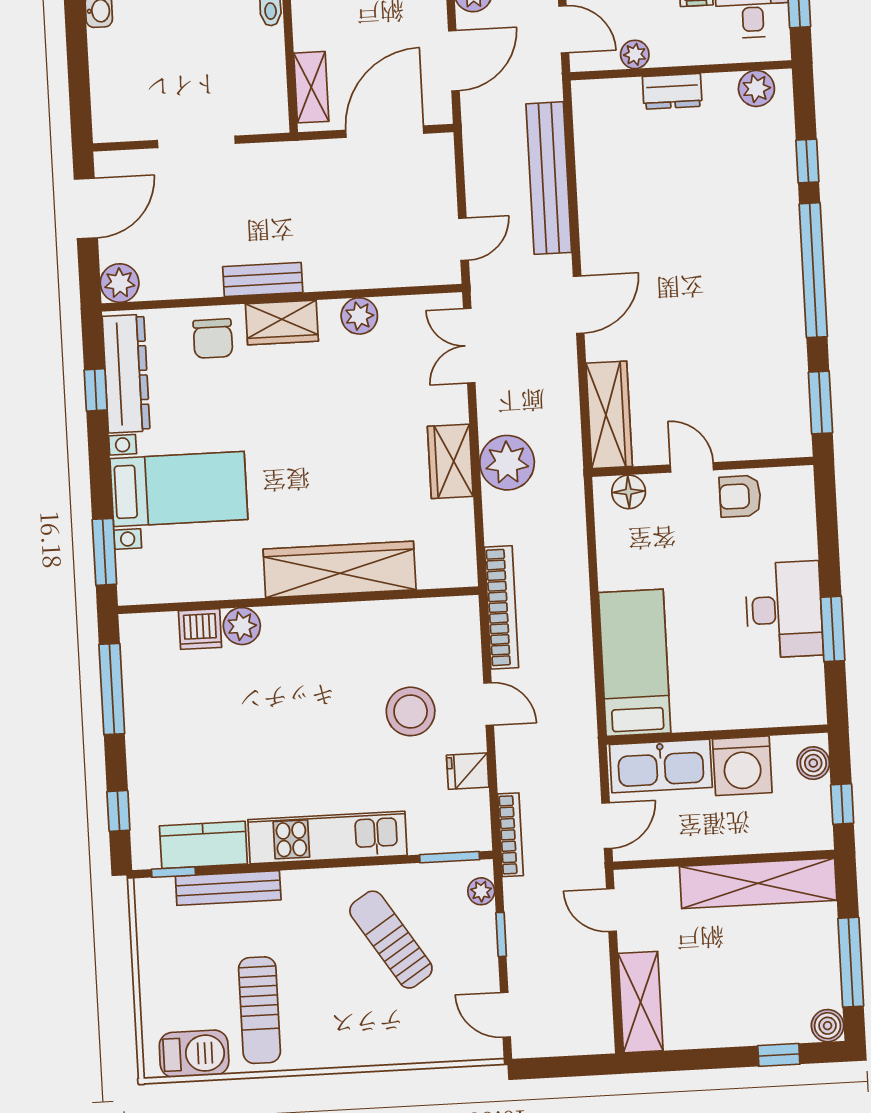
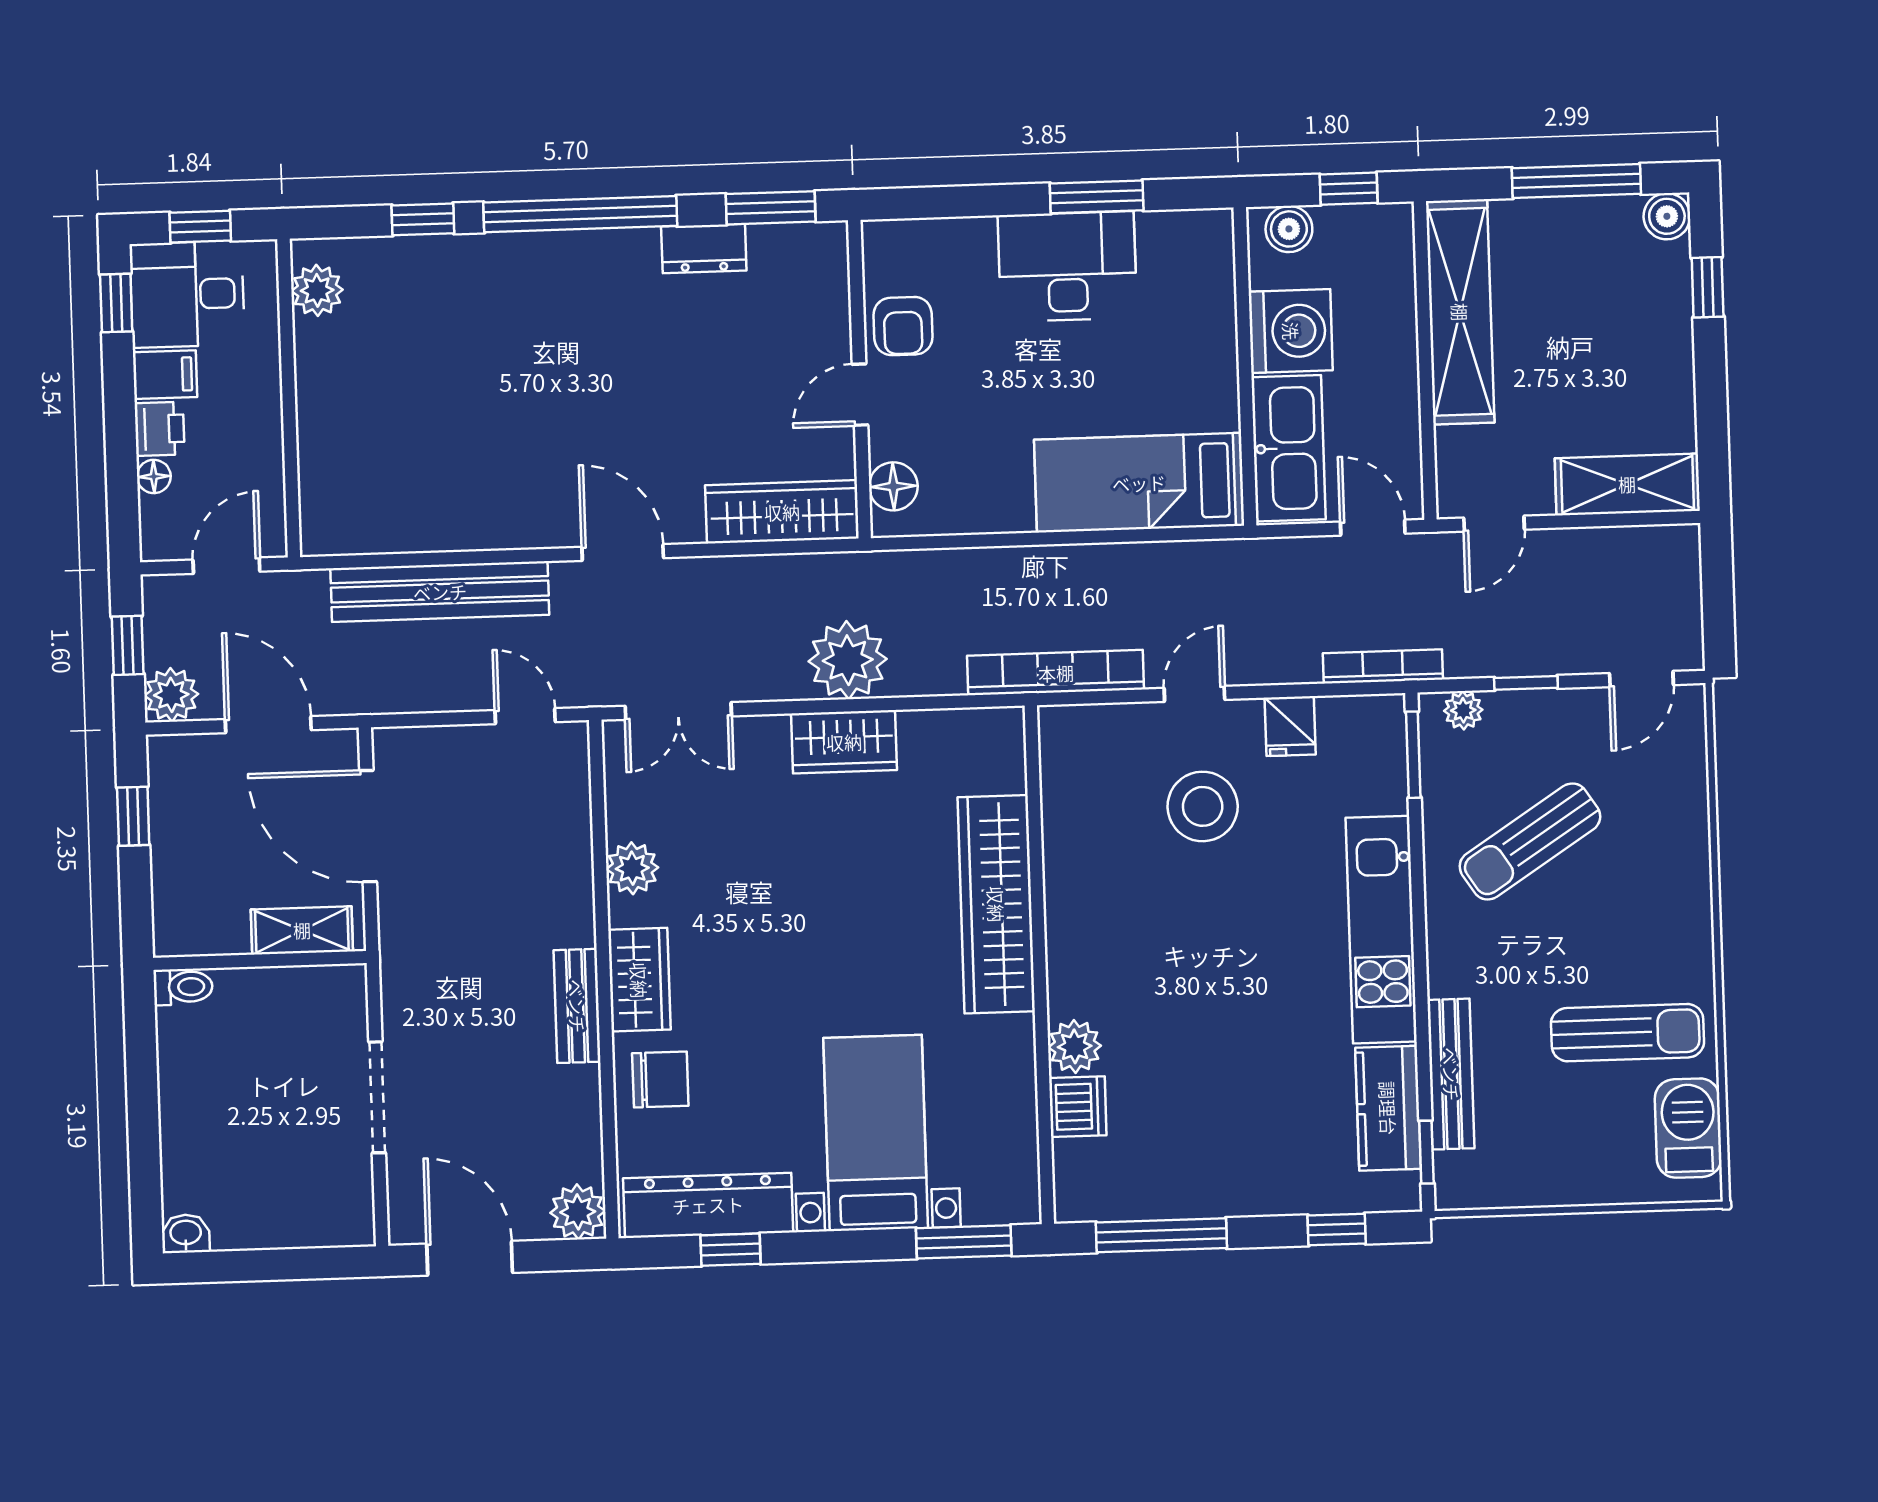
plant: (635, 54) -> (265, 464), removed
dresser: (672, 91) -> (704, 249), moved, turned 90

